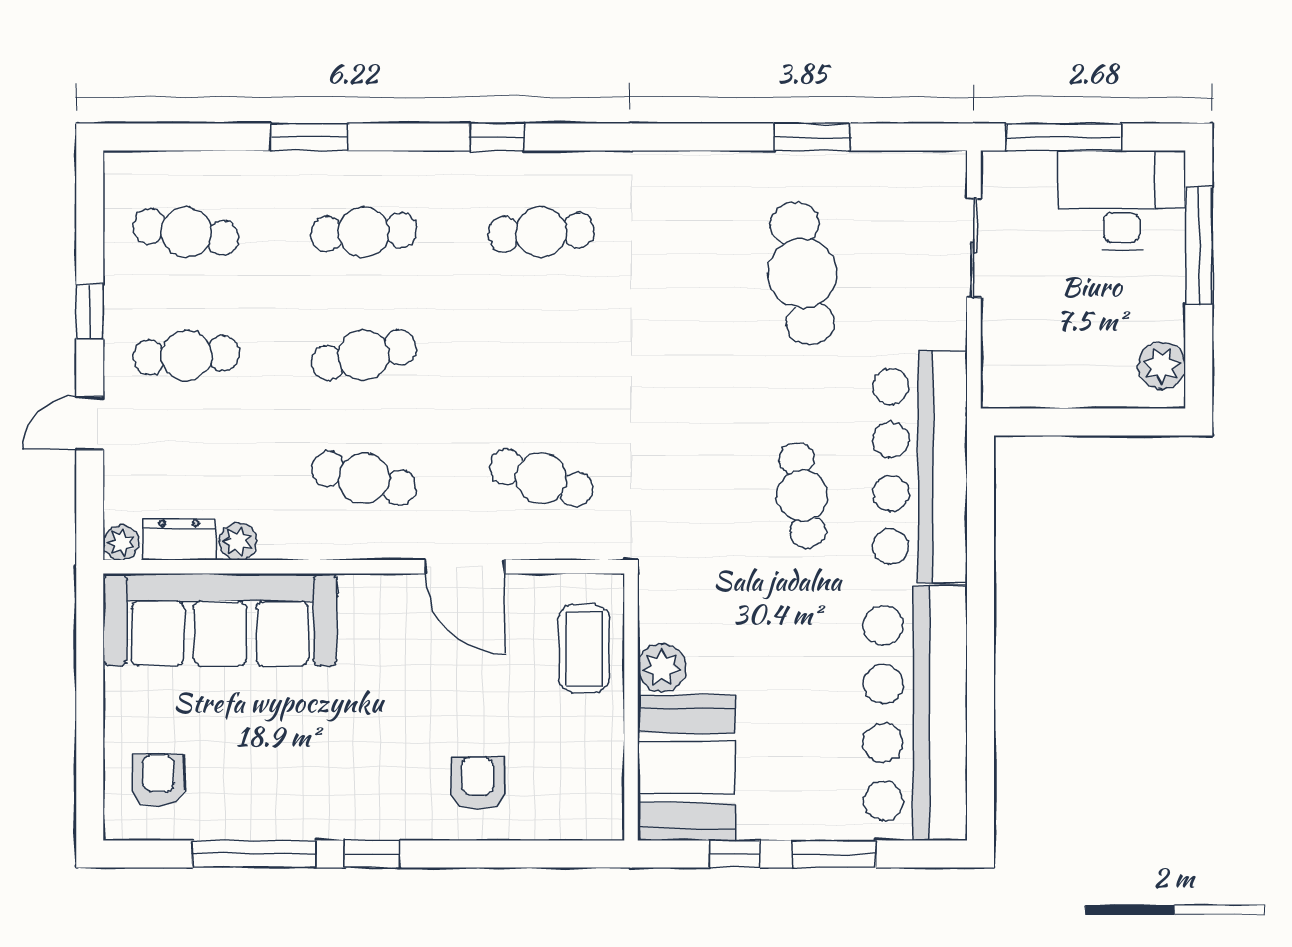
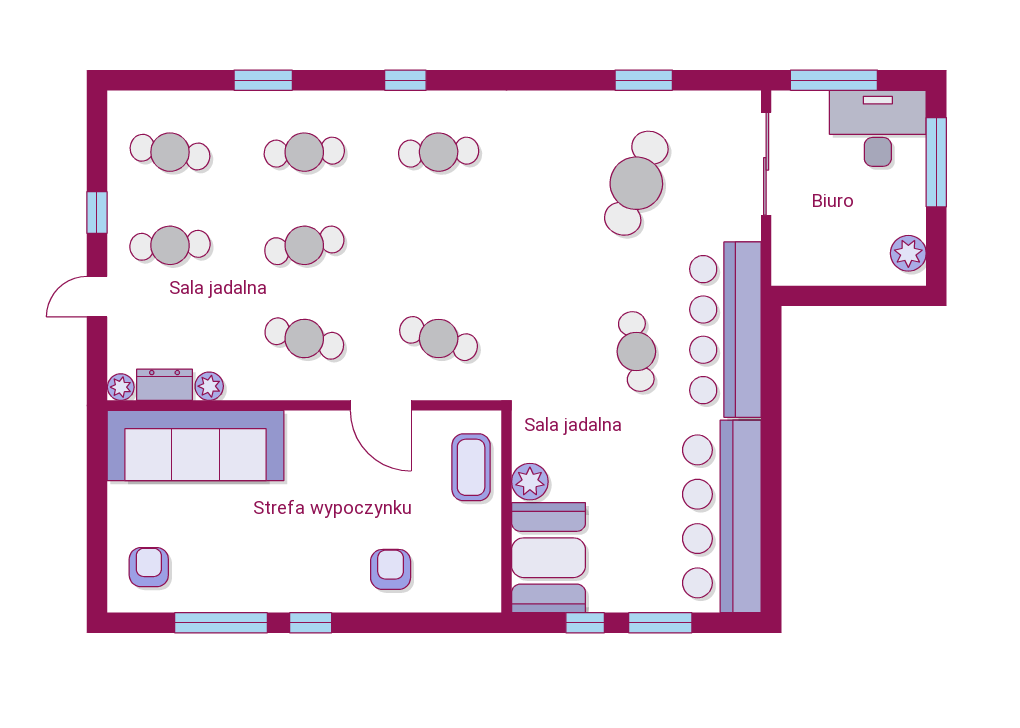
sliding door: (974, 248) -> (766, 164), width x1.37
cafe table: (802, 273) -> (636, 183), turned 30

